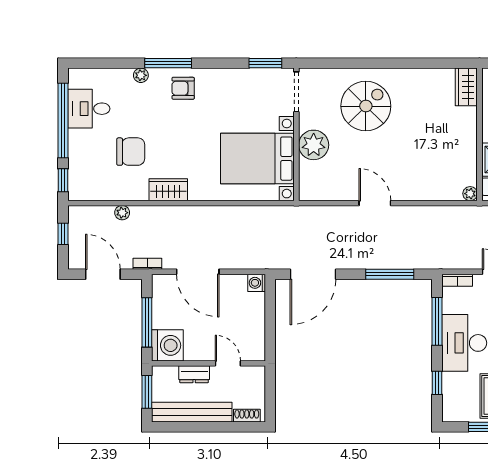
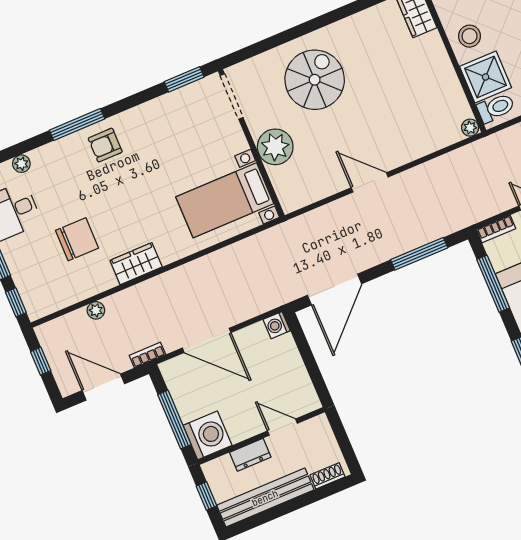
plant: (141, 75) -> (21, 164), moved
bed with nightstands: (257, 159) -> (225, 200), width x0.73
window: (147, 392) -> (207, 496), width x0.67

